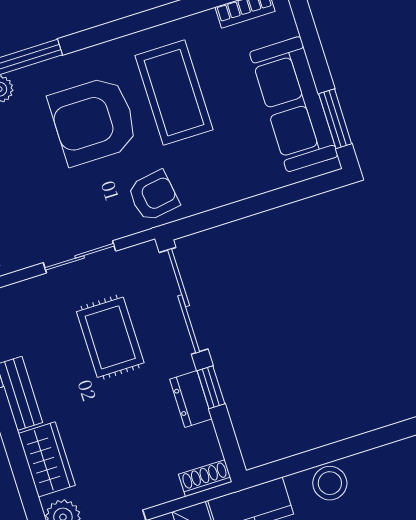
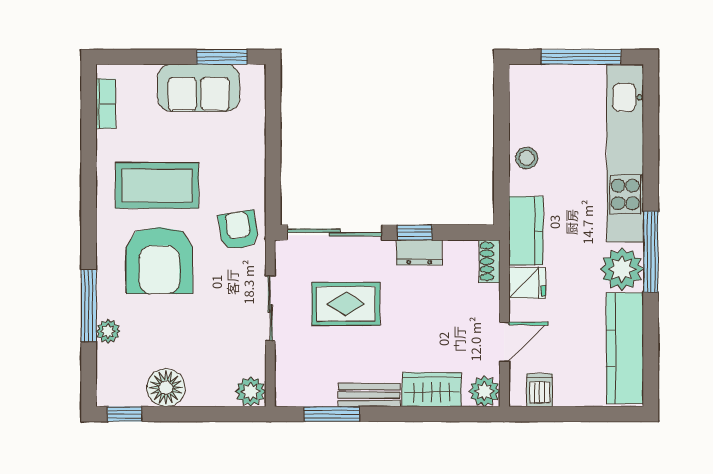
sofa: (294, 104) -> (199, 88), width x0.73
stool: (330, 483) -> (527, 158), width x0.73, depth x0.73

